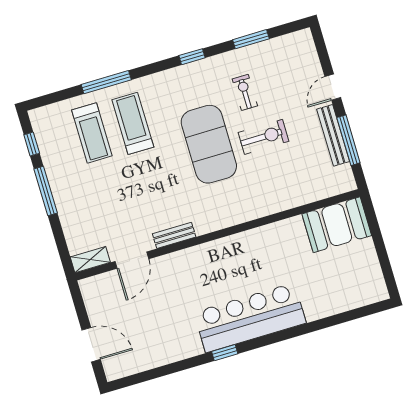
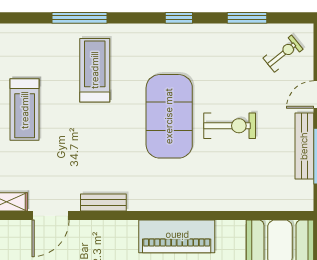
exercise bike: (245, 92) -> (283, 54), moved, turned 51
treadmill: (92, 133) -> (25, 110), moved
piano: (246, 246) -> (177, 236), added

